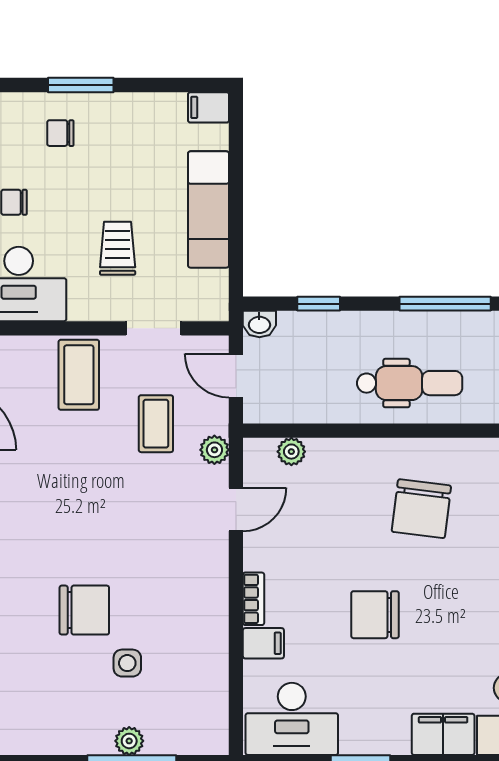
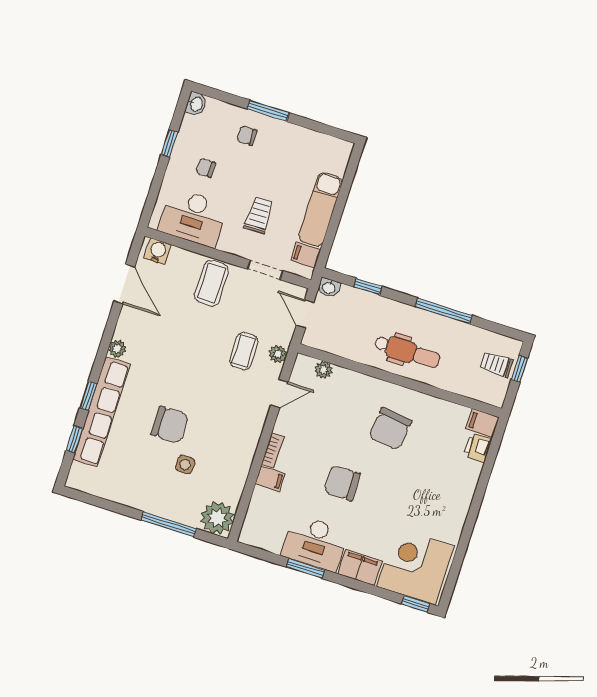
filing cabinet: (208, 107) -> (306, 255), moved
coffee table: (156, 424) -> (244, 351), moved
desk: (292, 719) -> (315, 543), moved
plant: (129, 741) -> (217, 518), moved, width x1.88, depth x1.88

